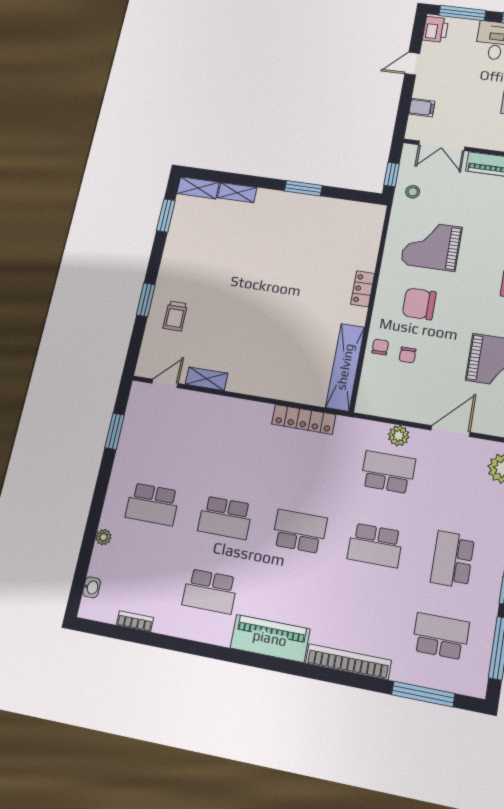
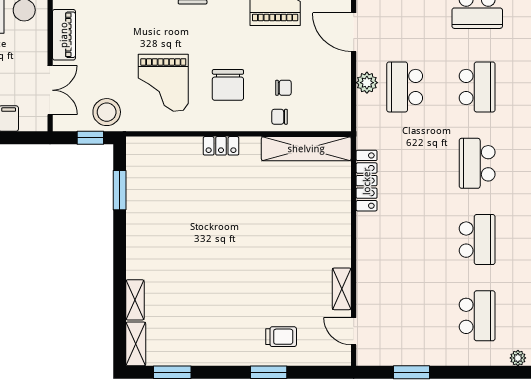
window: (303, 188) -> (120, 190), moved
stool: (413, 192) -> (107, 112), width x1.89, depth x1.89

